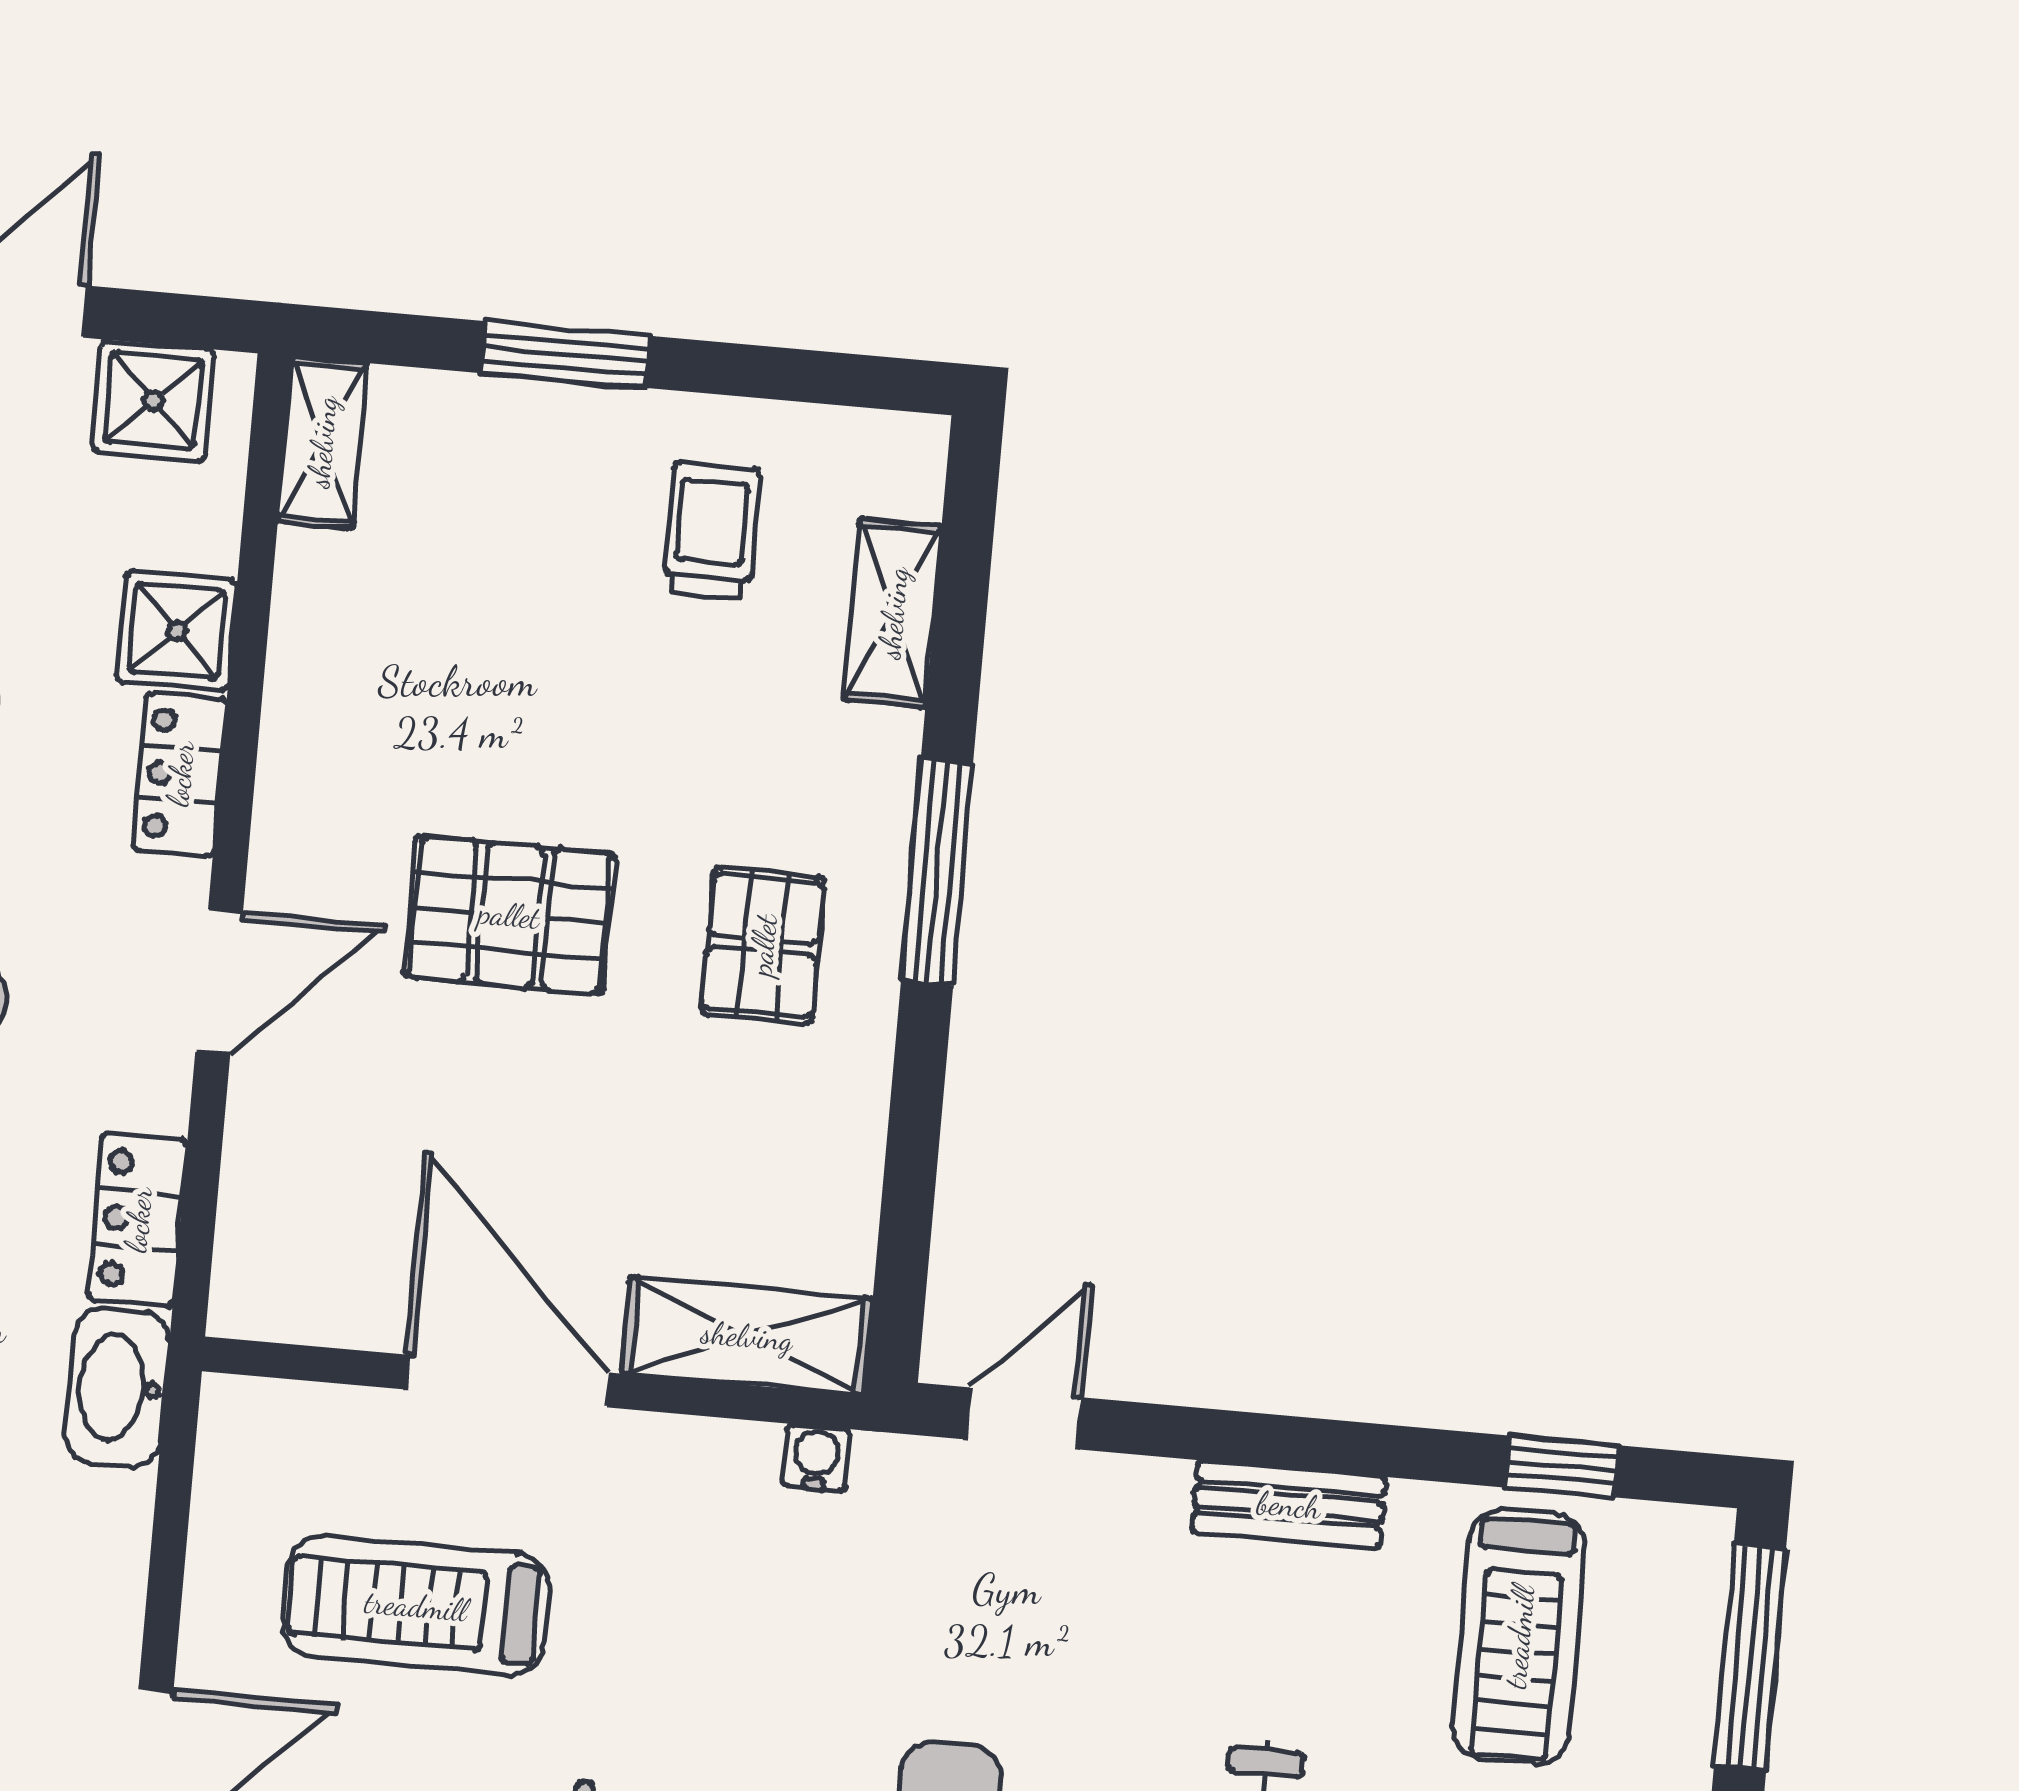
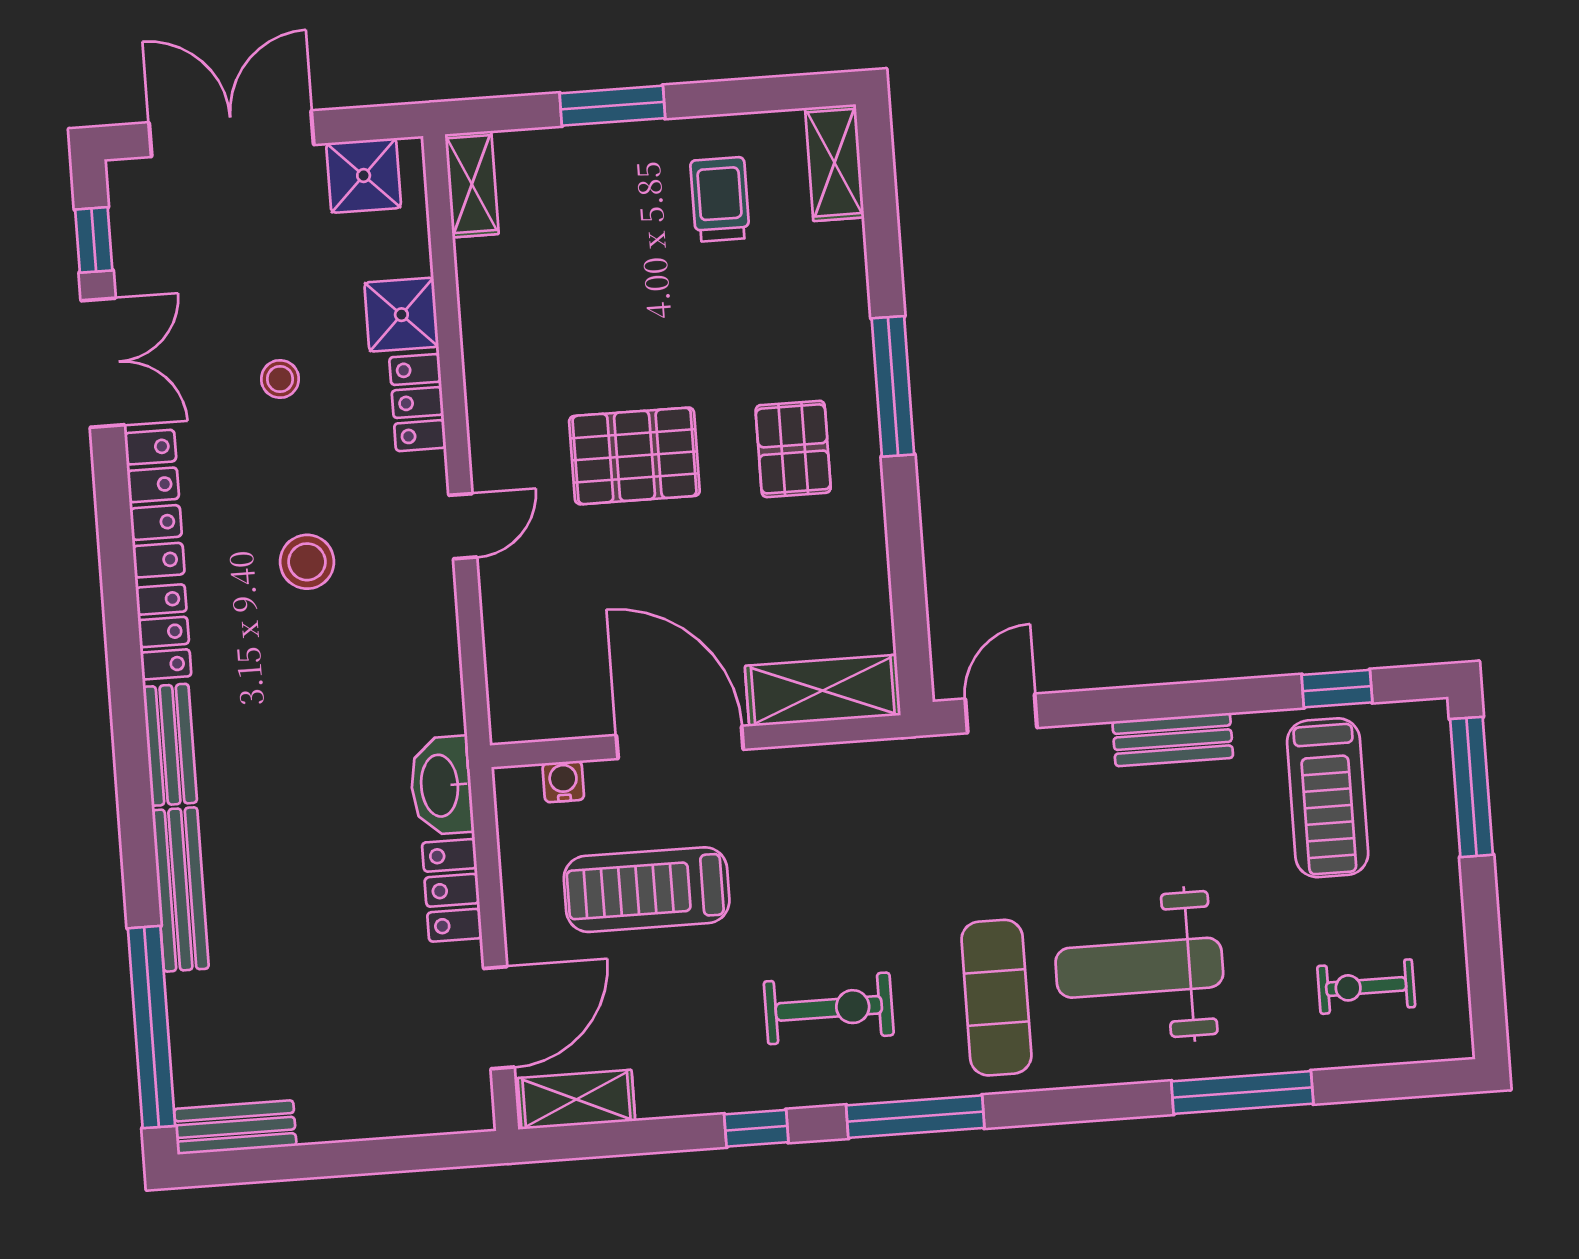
shelving: (893, 613) -> (835, 163), moved
door: (219, 982) -> (463, 526), width x0.73
locker: (138, 1220) -> (452, 890), moved
water cooler: (816, 1458) -> (563, 782), moved

